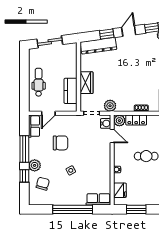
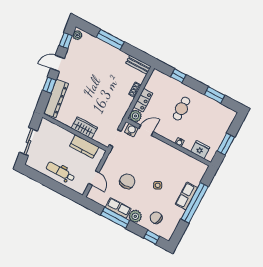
door: (129, 31) -> (57, 63), hinge flipped
plant: (110, 106) -> (117, 117), removed
row of seats: (34, 126) -> (118, 208), moved
window: (24, 176) -> (152, 237), moved
row of seats: (98, 199) -> (186, 196), moved

